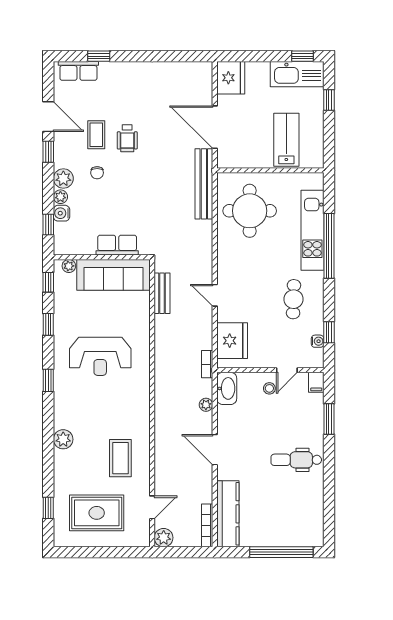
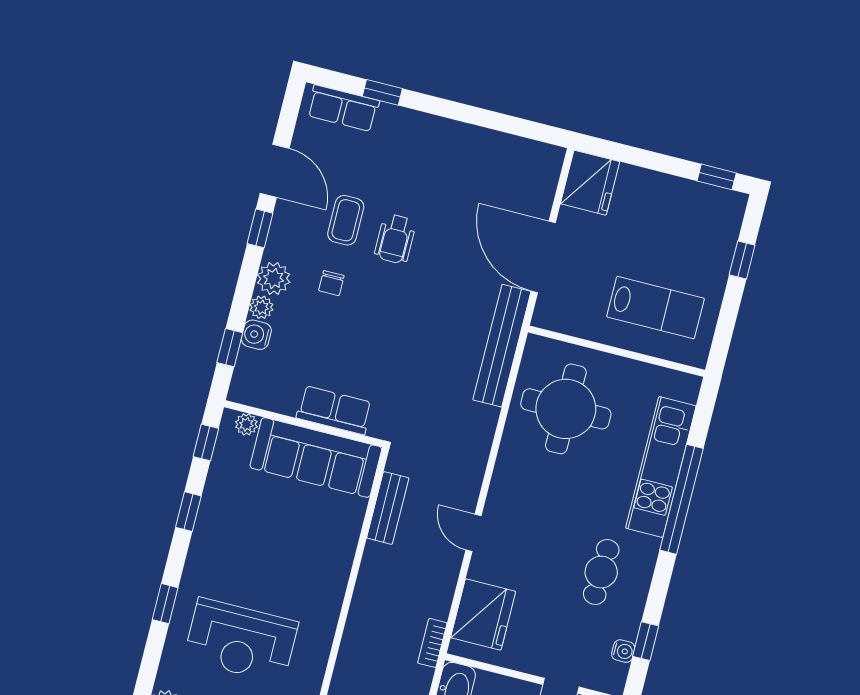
kitchen sink: (297, 74) -> (701, 204), removed
lab bench: (286, 140) -> (656, 308), turned 90
reception desk: (100, 356) -> (241, 641), moved

